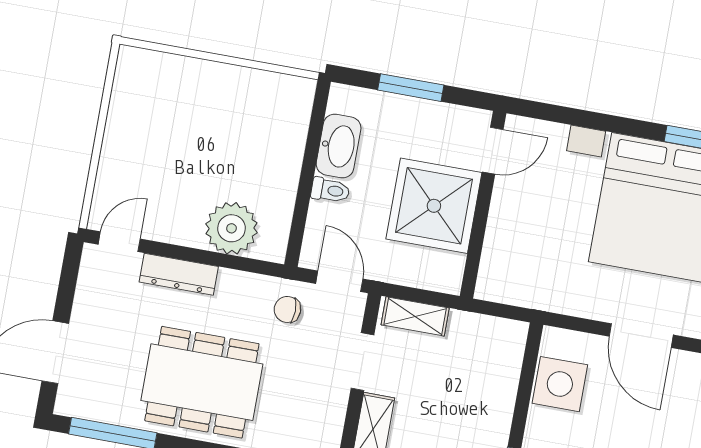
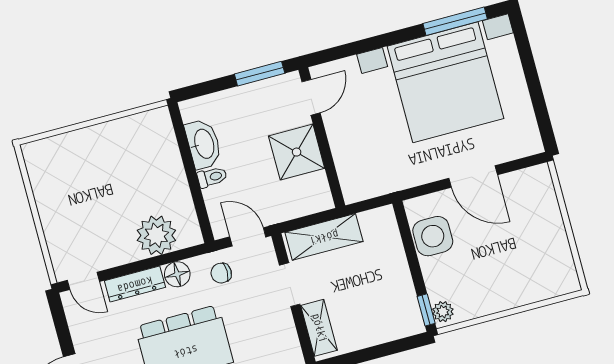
window: (411, 88) -> (260, 74), moved
shower: (434, 206) -> (297, 152), width x0.73, depth x0.73
door: (119, 242) -> (83, 281), swing flipped
floor lamp: (235, 286) -> (177, 274), added
shelving: (415, 316) -> (324, 237), width x1.50, depth x1.33

